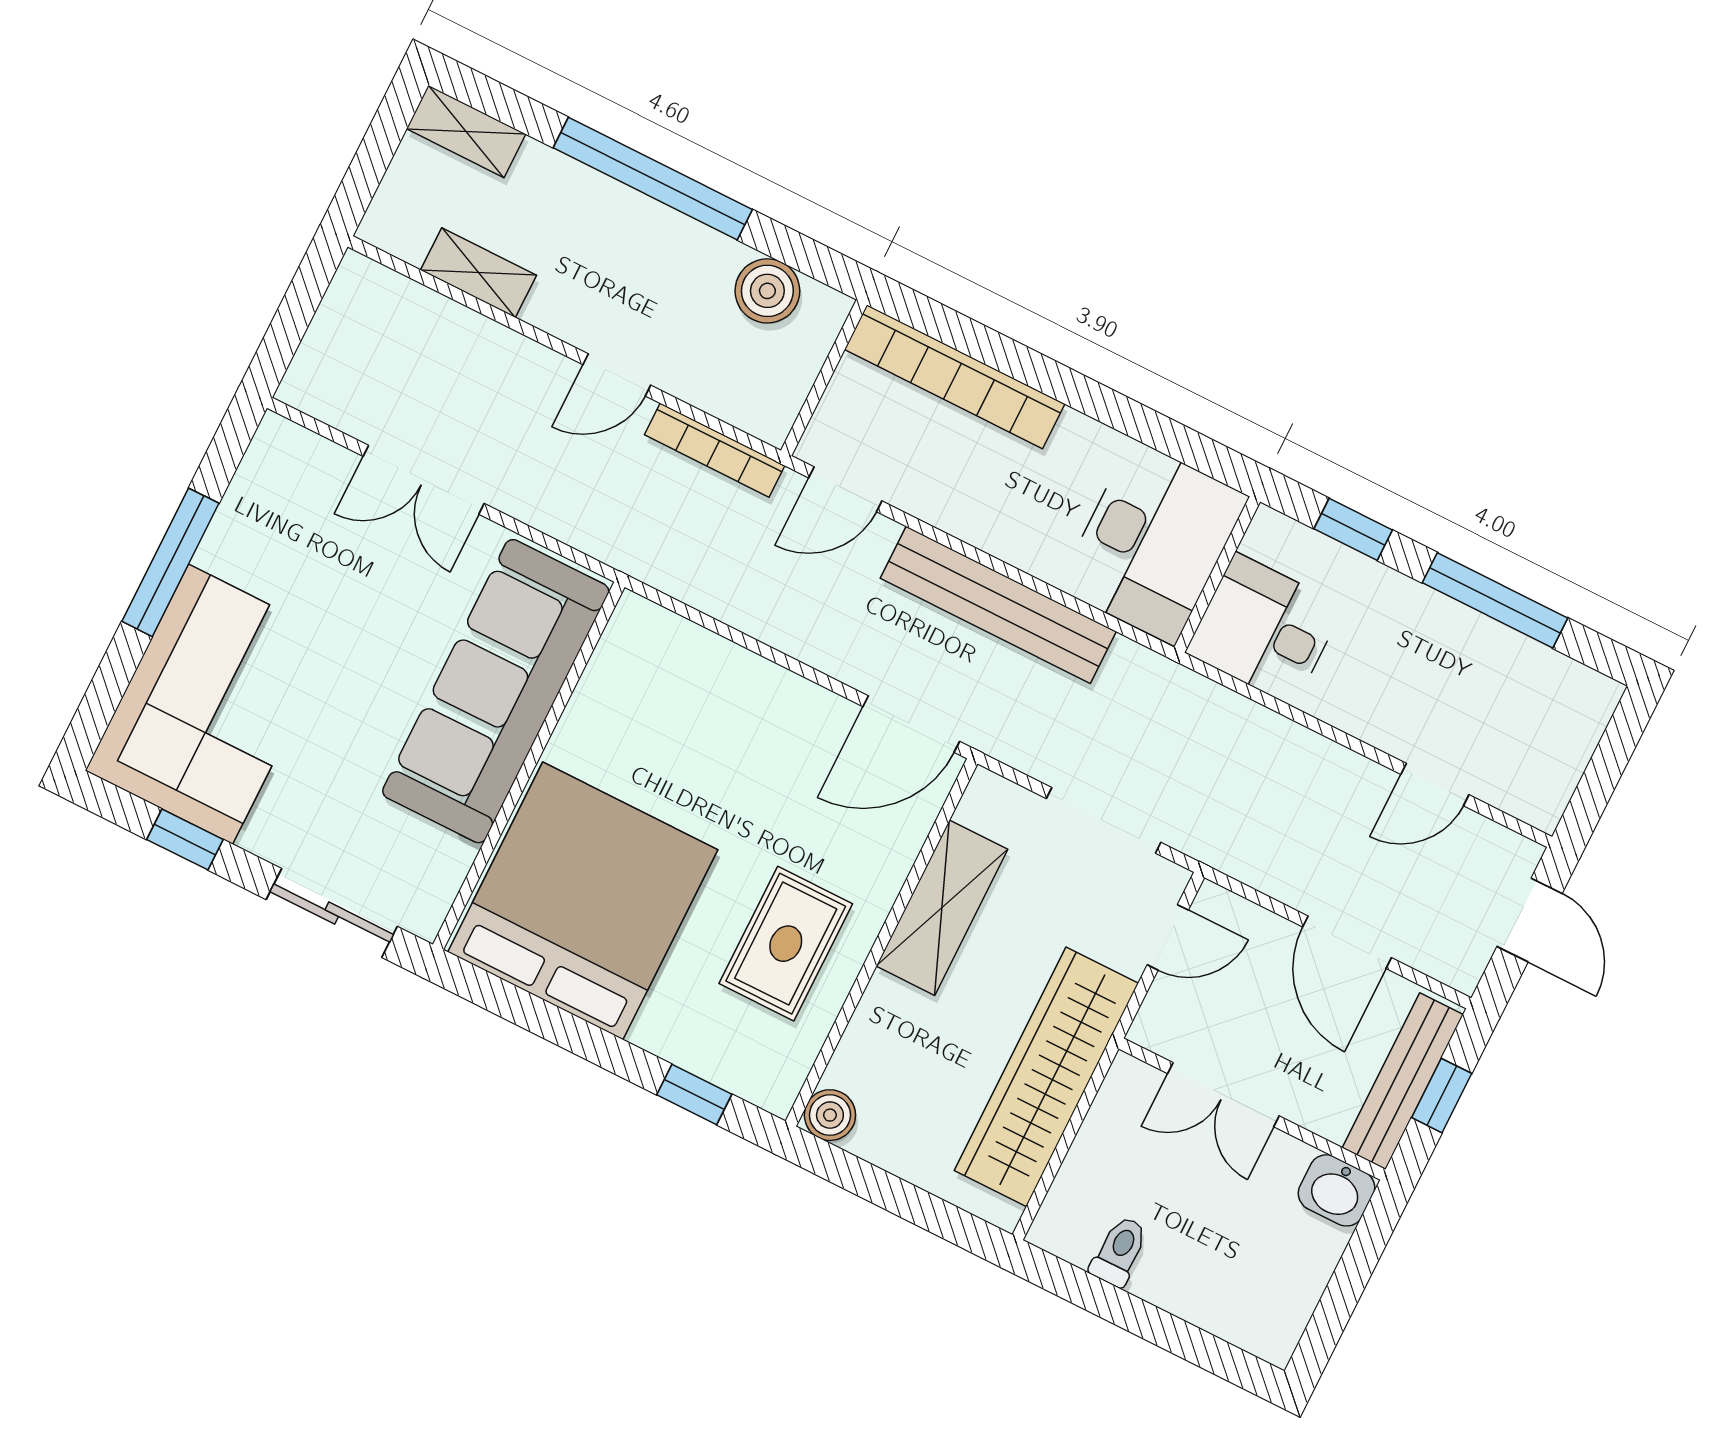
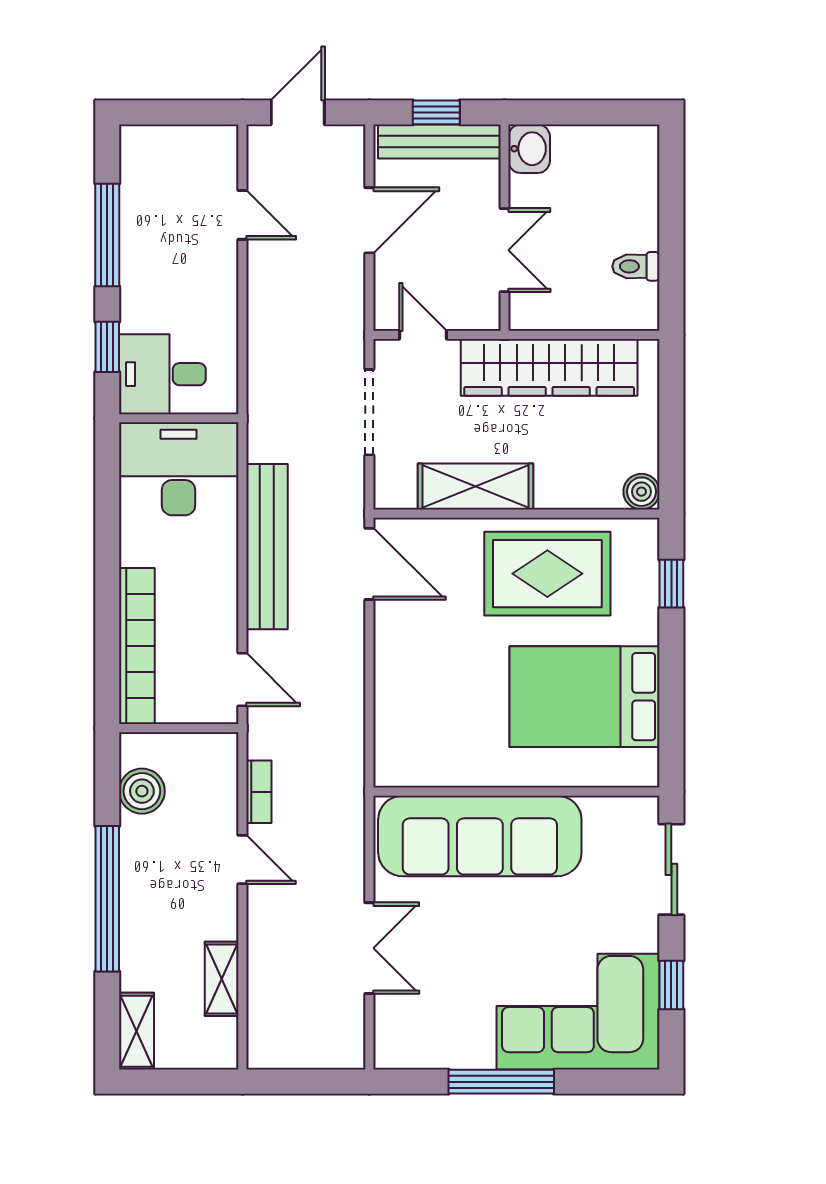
bookcase: (715, 450) -> (259, 792), width x0.64
desk: (1265, 629) -> (162, 374), moved, turned 90
bed: (583, 901) -> (584, 697), width x0.73
rug: (786, 944) -> (547, 574), width x1.36, depth x1.43

